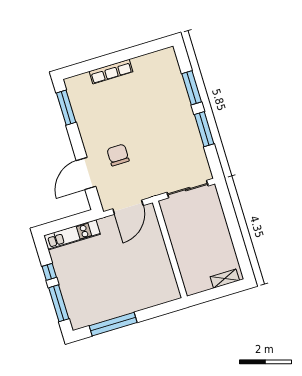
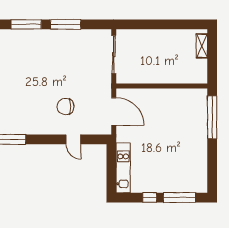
door: (86, 174) -> (73, 139), width x0.53
window: (113, 324) -> (212, 117), moved

